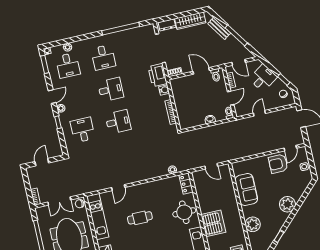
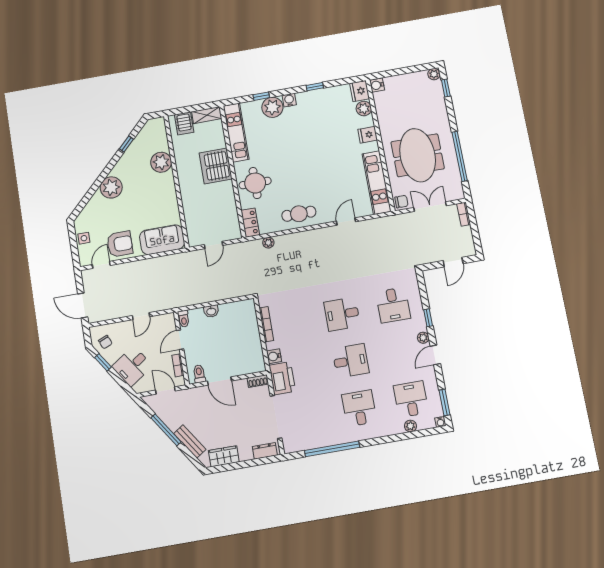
wardrobe: (190, 21) -> (224, 456), width x0.67
desk: (111, 90) -> (351, 361), turned 180
door: (211, 166) -> (213, 245), swing flipped
sofa: (246, 189) -> (162, 240), moved, turned 90
cafe table: (140, 218) -> (299, 214), moved

